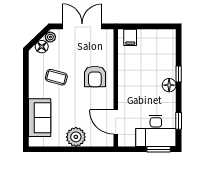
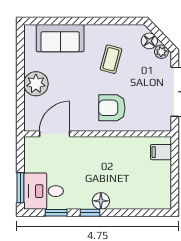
window: (179, 74) -> (90, 213), moved
desk: (156, 131) -> (44, 191), width x0.73

